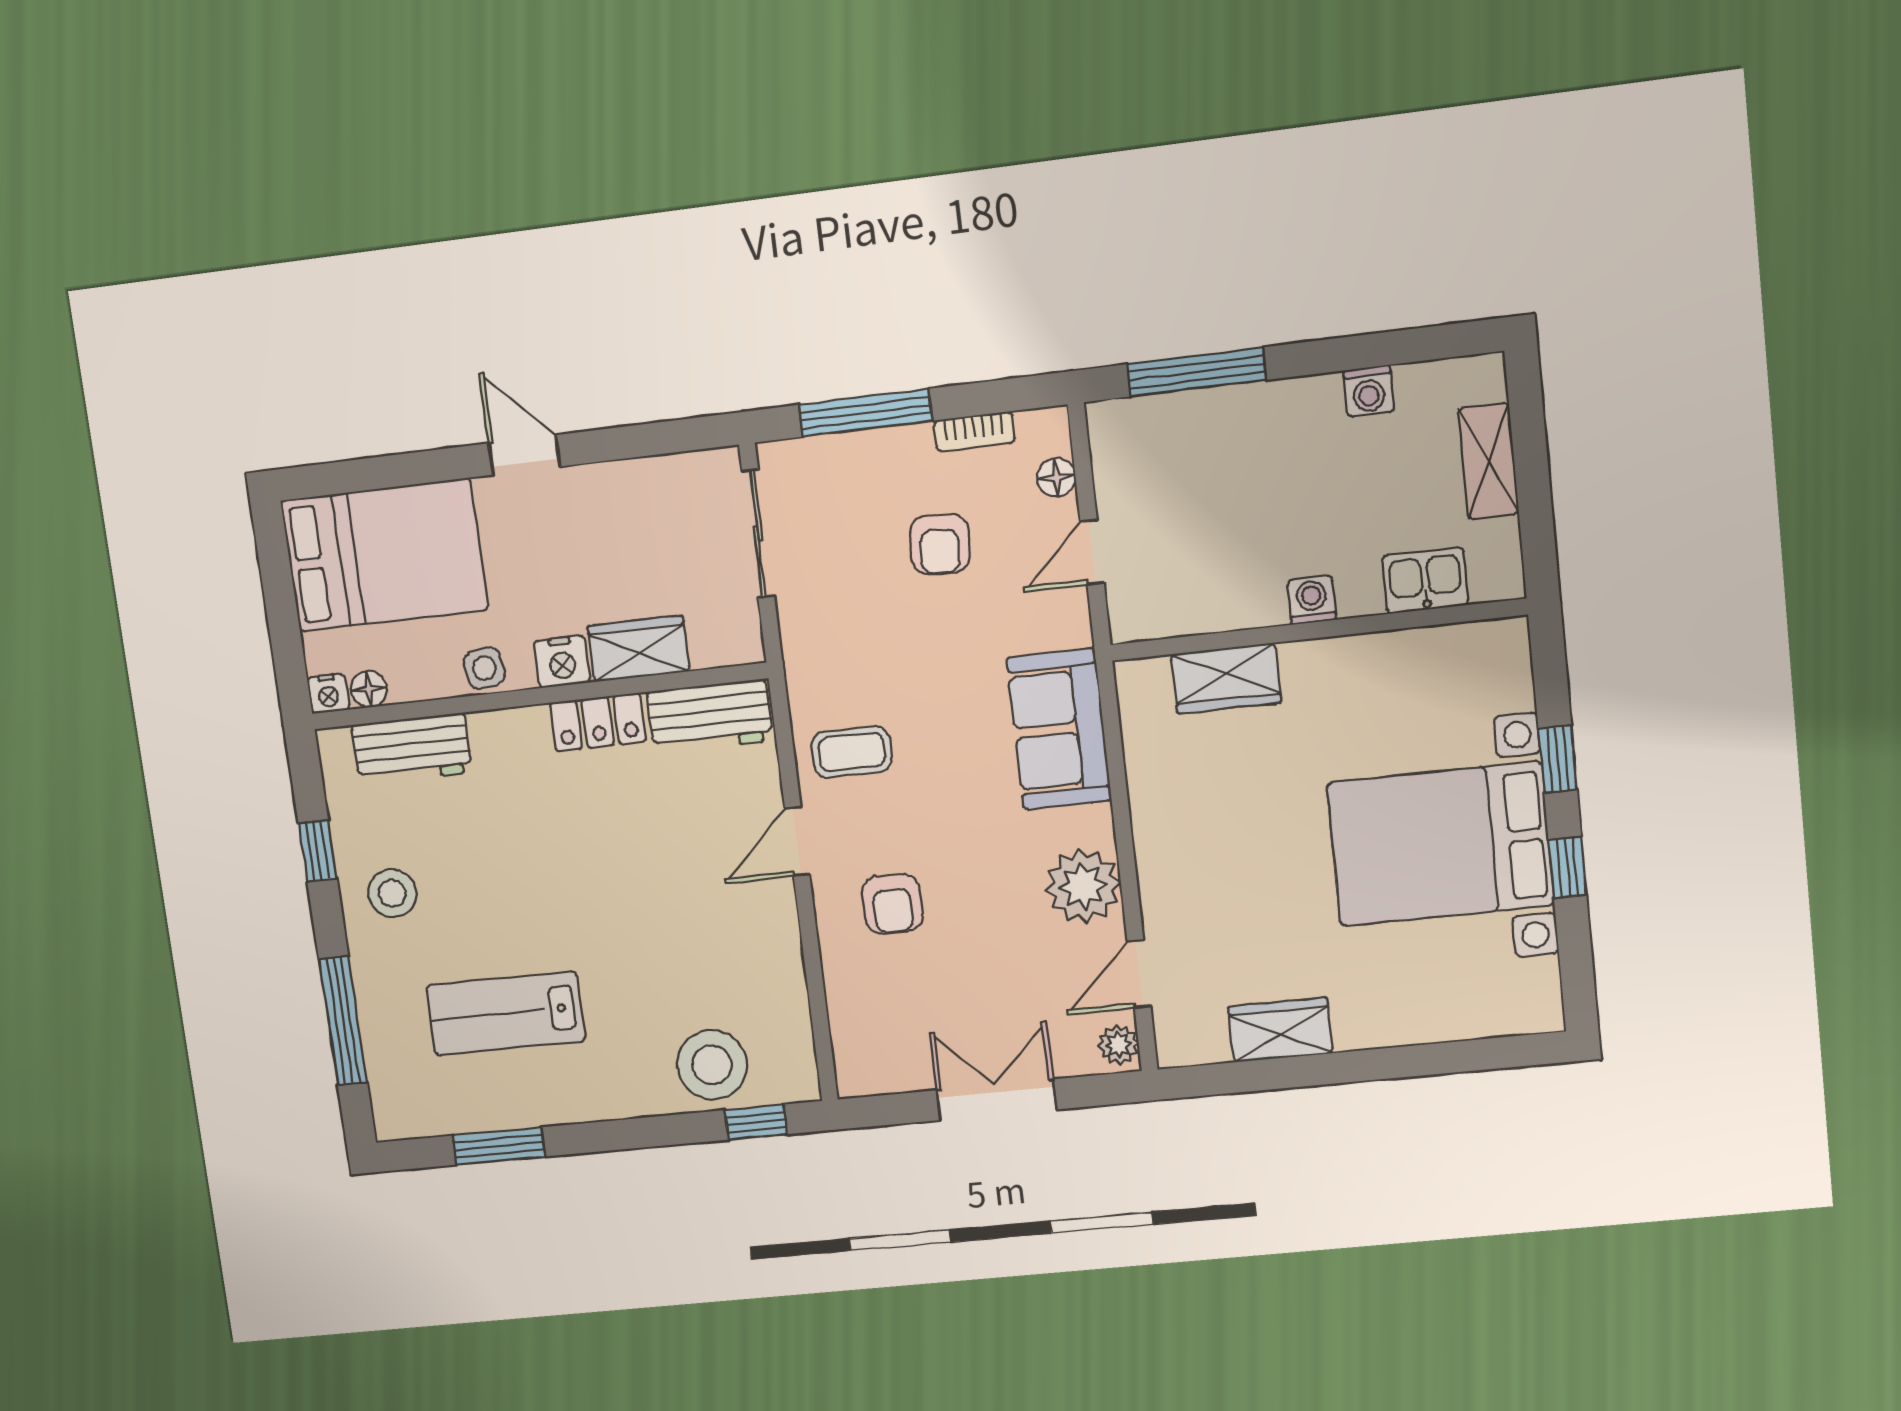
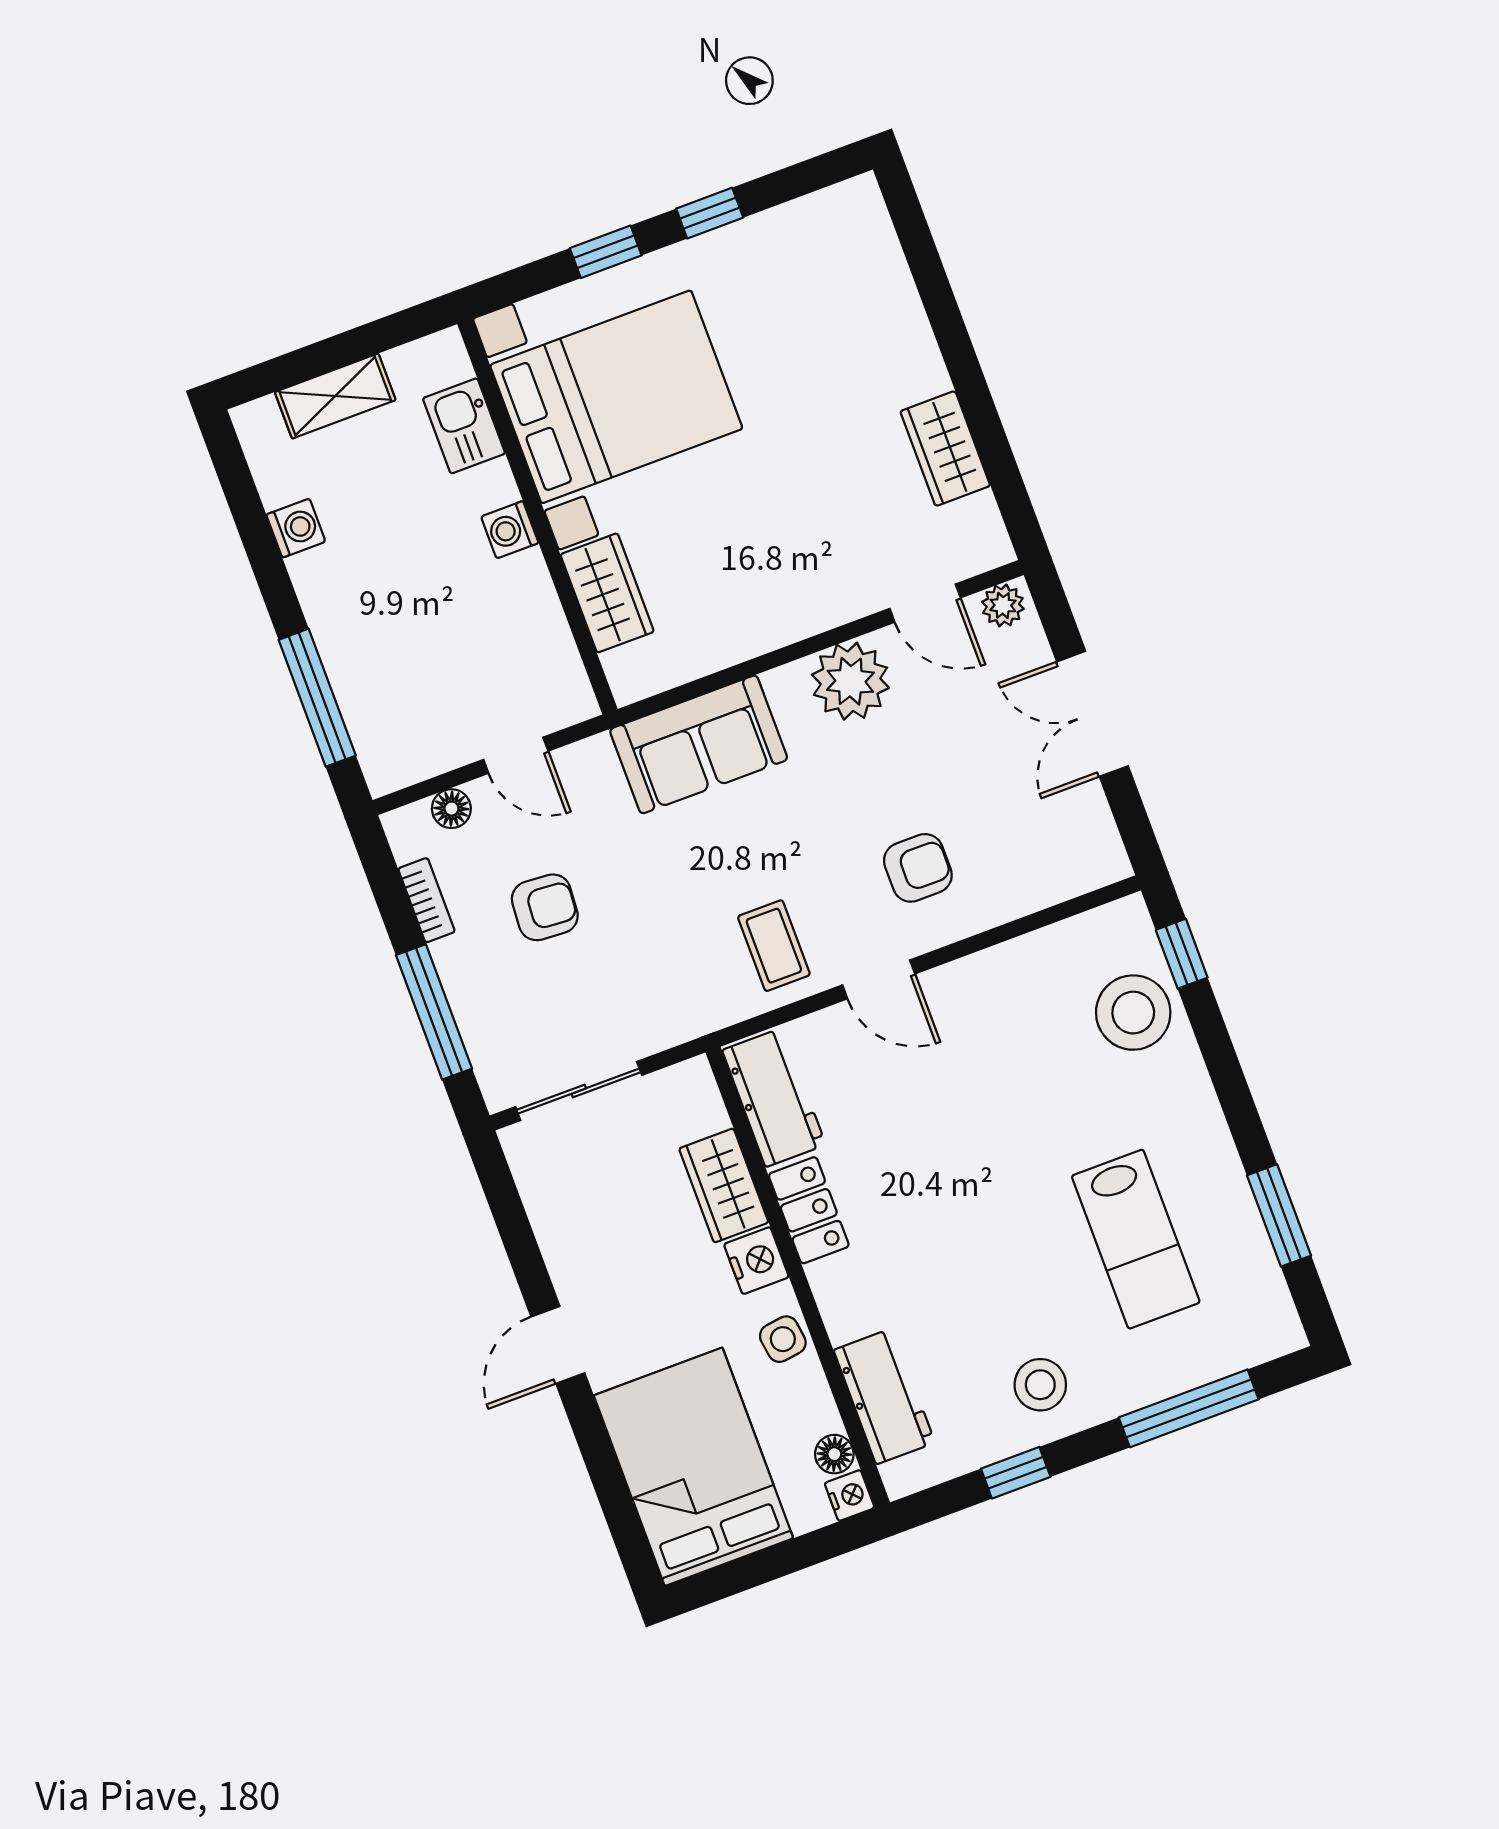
bed with nightstands: (1440, 844) -> (616, 397), moved, turned -90

